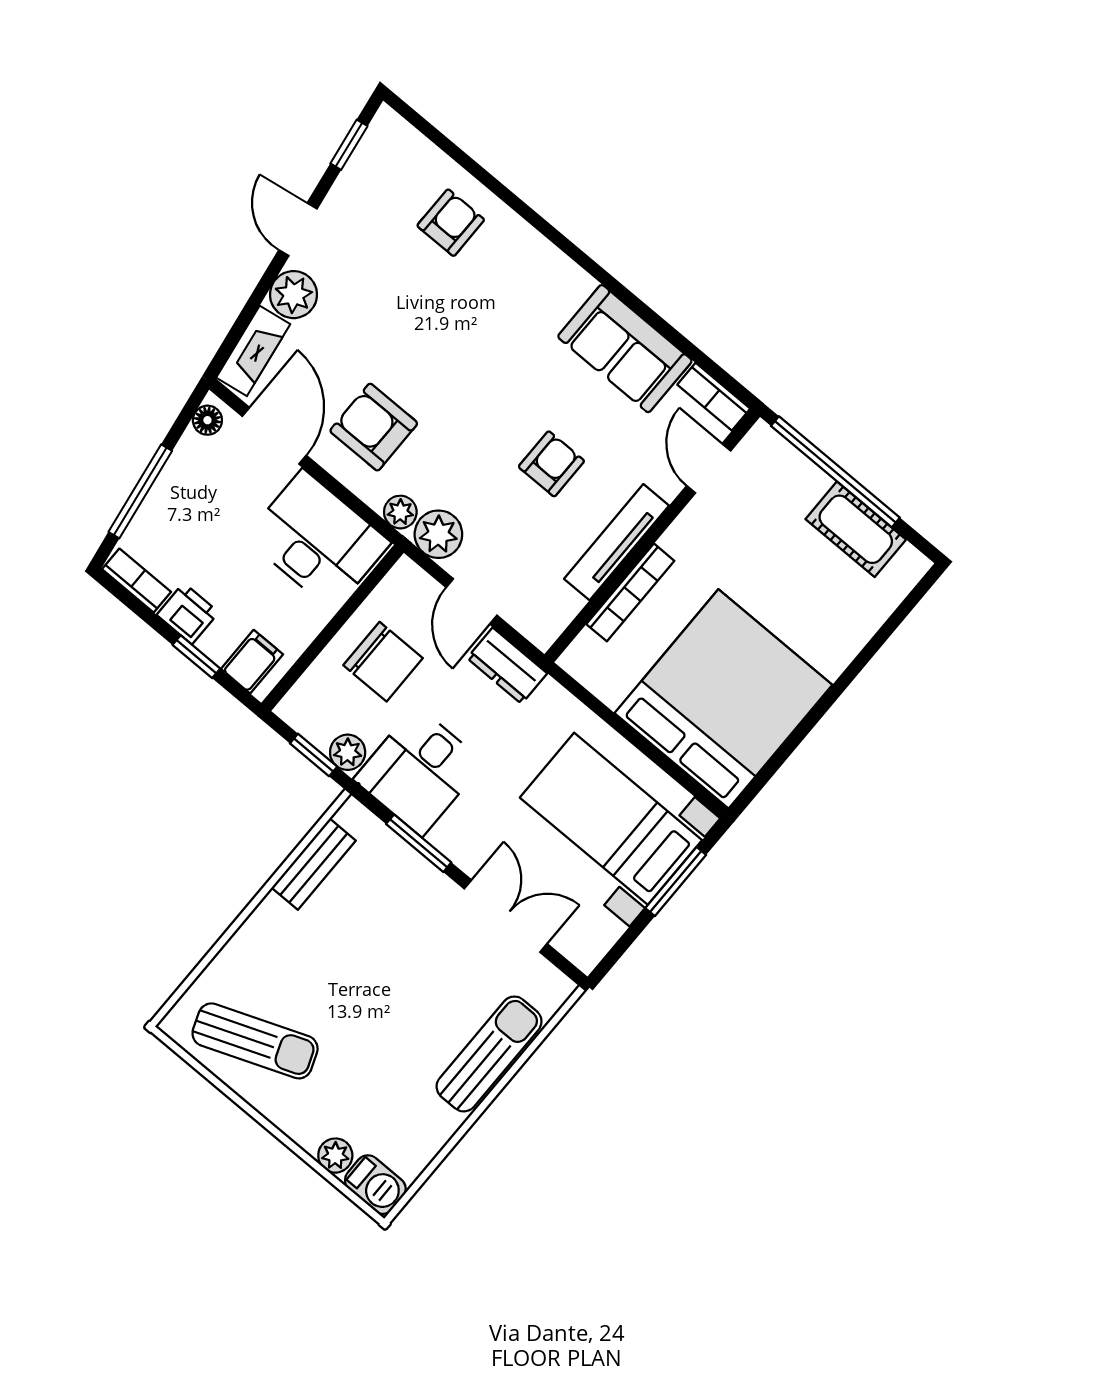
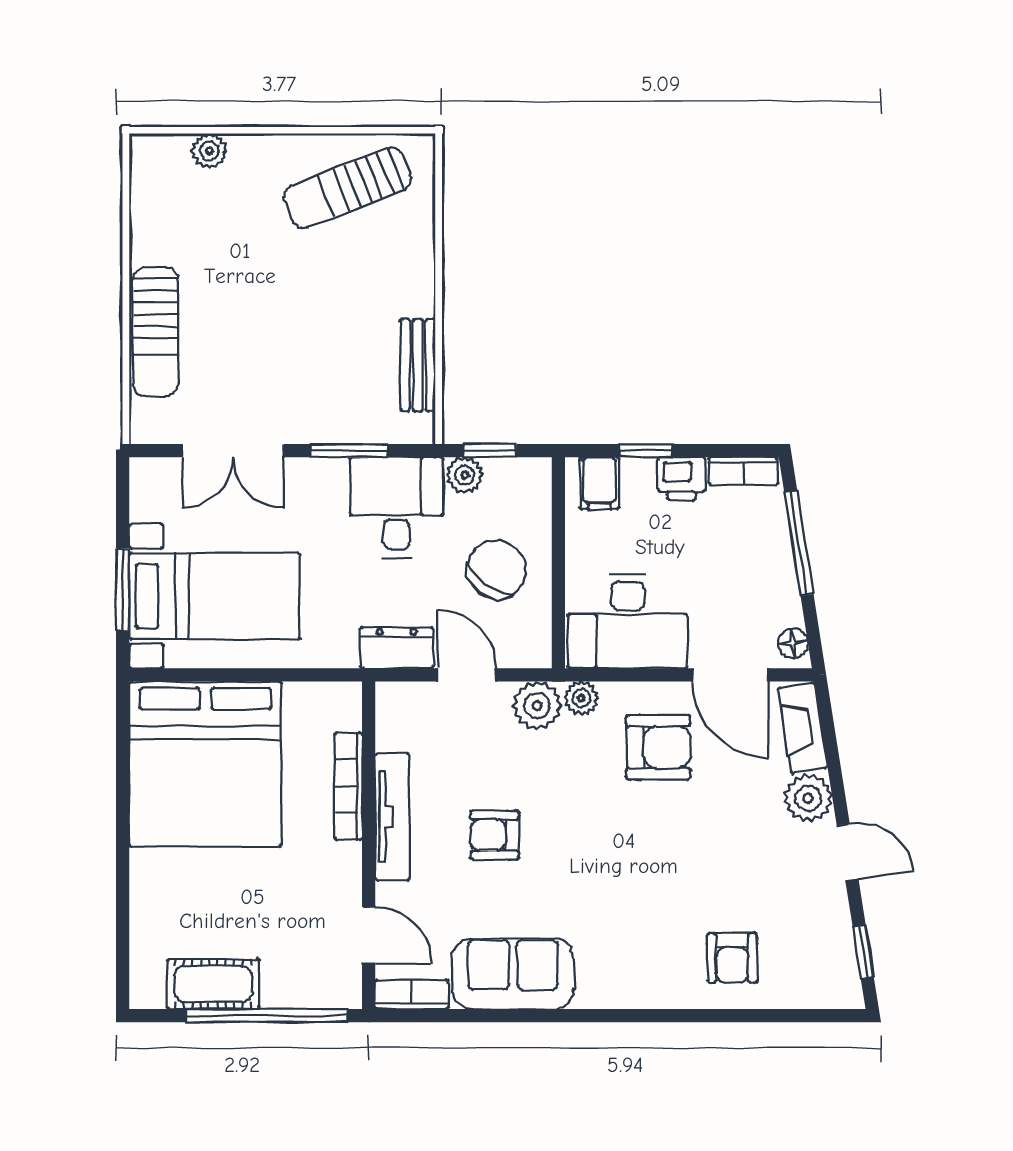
armchair: (551, 464) -> (495, 835), turned 90
chair: (383, 662) -> (497, 569), turned 126
barbecue: (375, 1185) -> (159, 155), removed

